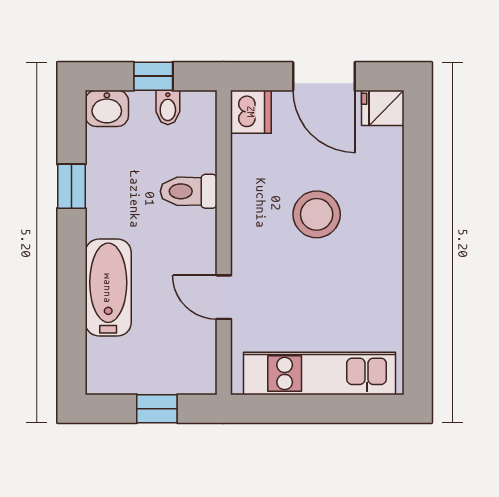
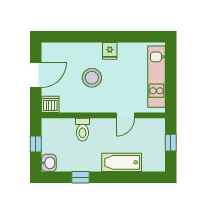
bidet: (168, 108) -> (48, 138), removed
fridge: (383, 108) -> (110, 51), moved

